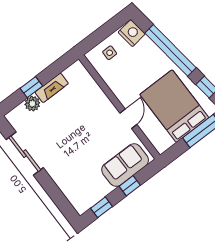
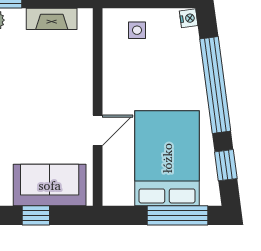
nightstand: (132, 33) -> (189, 18), width x0.53, depth x0.56
fireplace: (52, 88) -> (52, 19), moved

